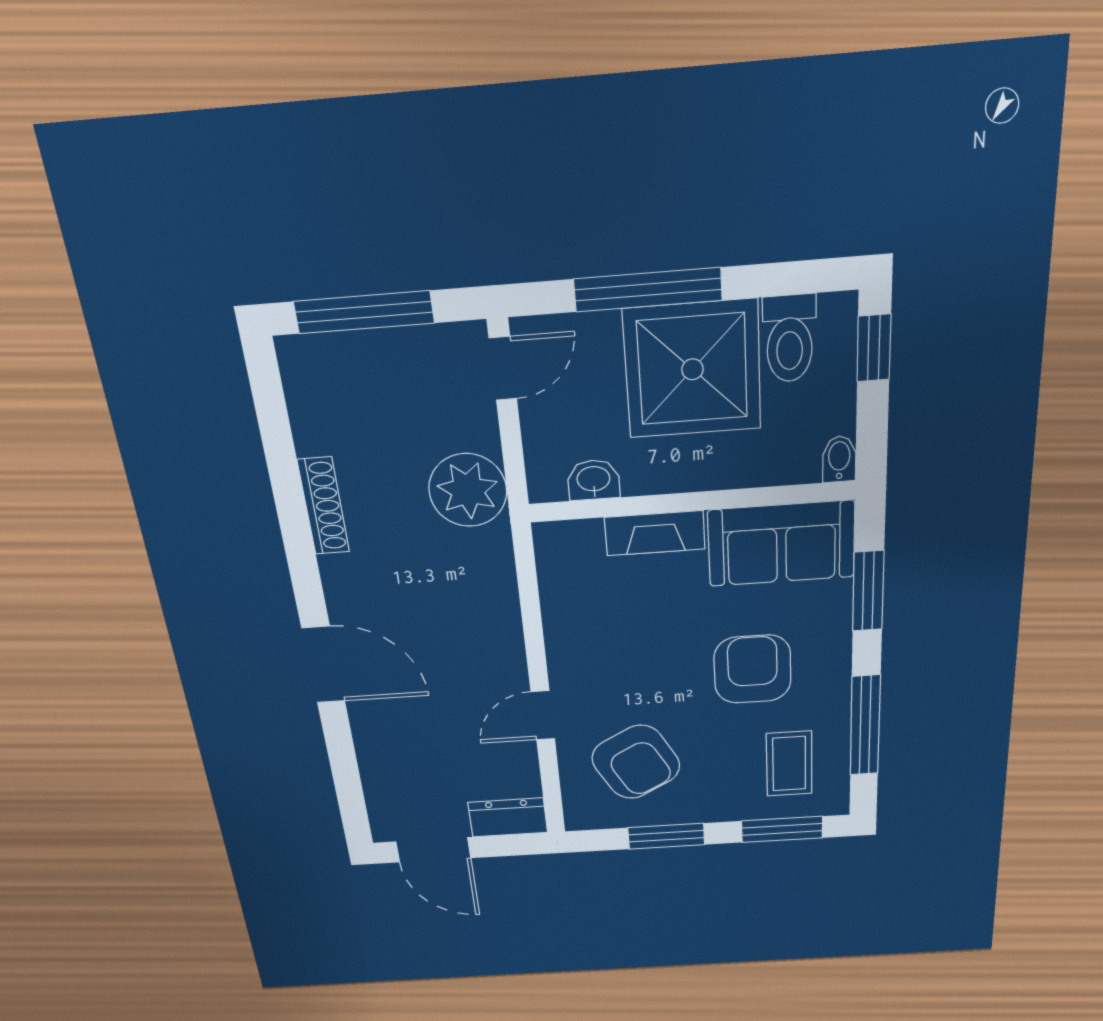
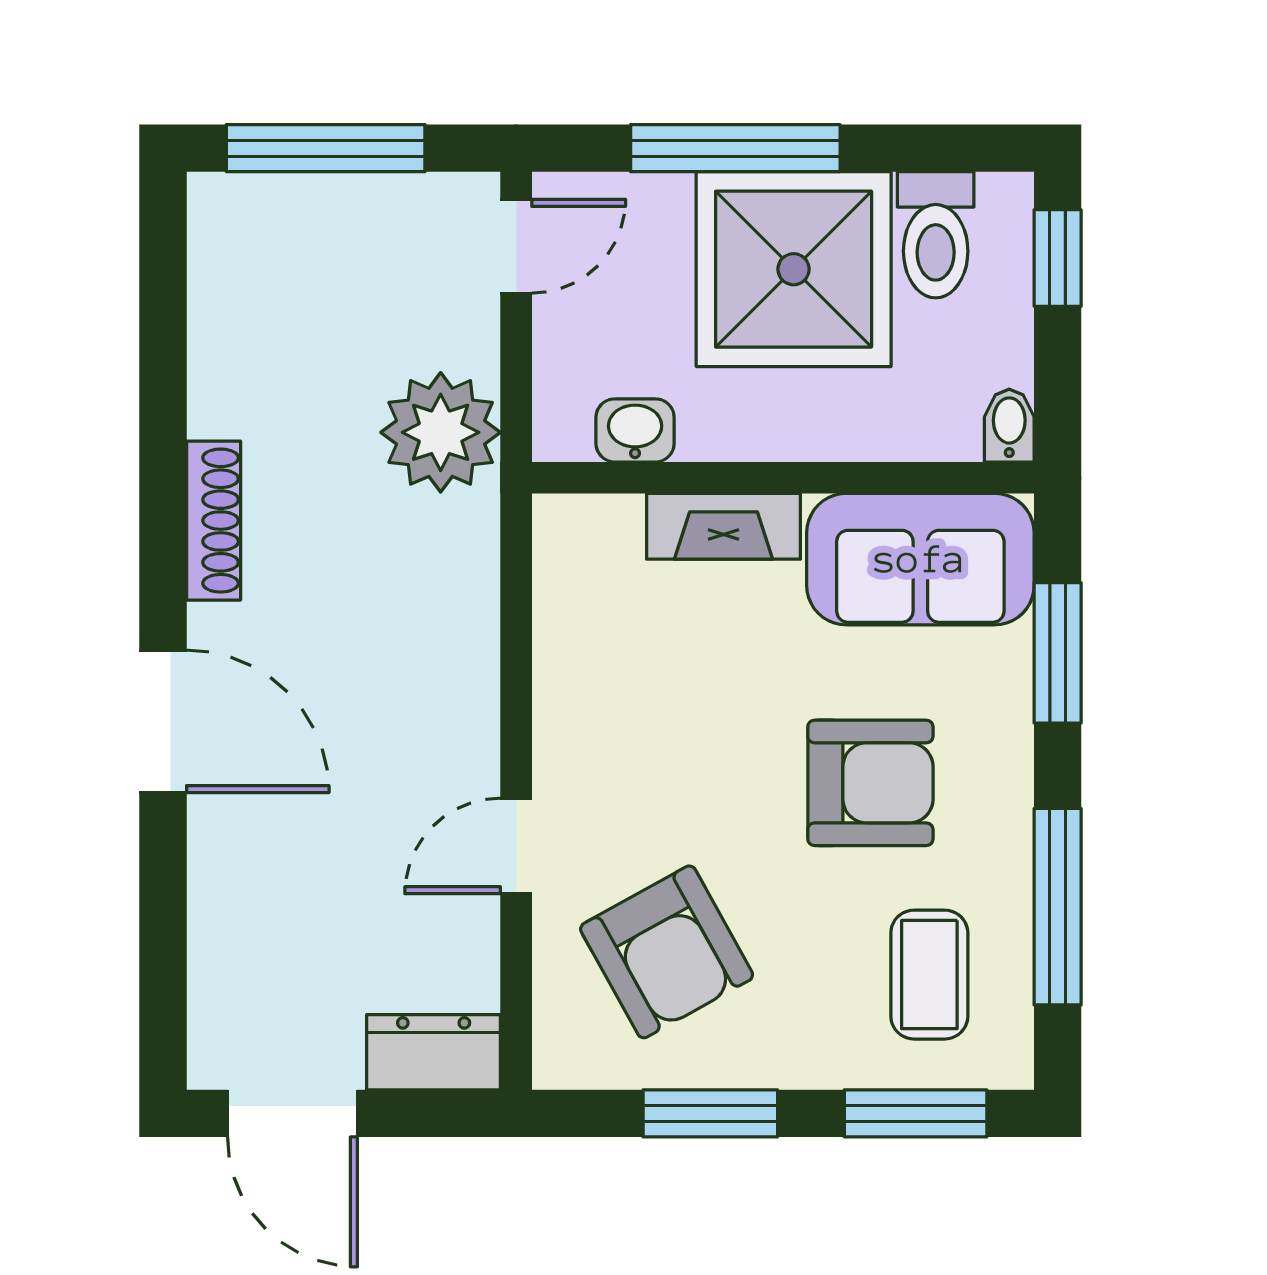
shoe rack: (323, 506) -> (214, 521), moved
armchair: (752, 669) -> (870, 783), turned 90

